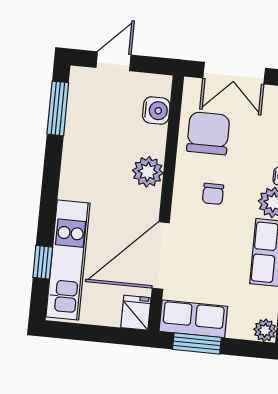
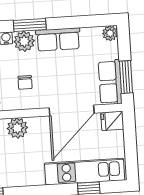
chair: (213, 194) -> (25, 82), turned 90
door: (161, 256) -> (72, 110), hinge flipped

